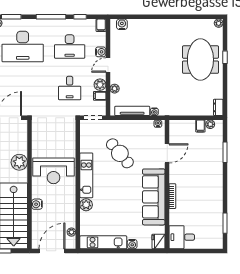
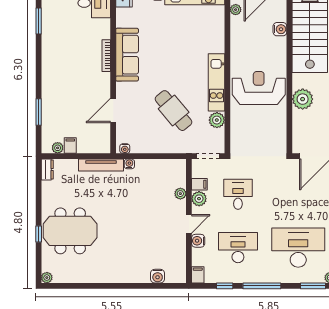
water cooler: (122, 24) -> (158, 276), moved
meeting table: (200, 60) -> (70, 231), turned 90
tv unit: (132, 111) -> (101, 165), moved
sofa: (154, 197) -> (127, 55), width x0.74, depth x0.79
water cooler: (37, 204) -> (280, 29), moved
plant: (86, 205) -> (217, 120), moved

